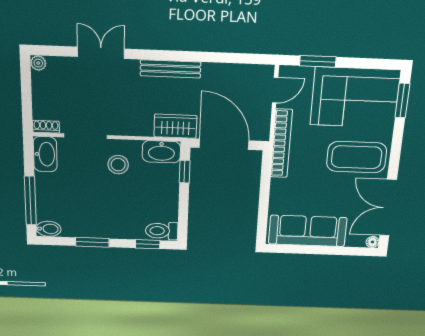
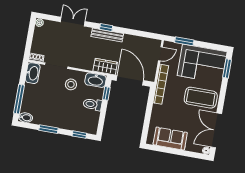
window: (166, 55) -> (106, 27), added
toilet: (162, 231) -> (93, 104), moved
sofa: (308, 231) -> (170, 139), width x0.73

